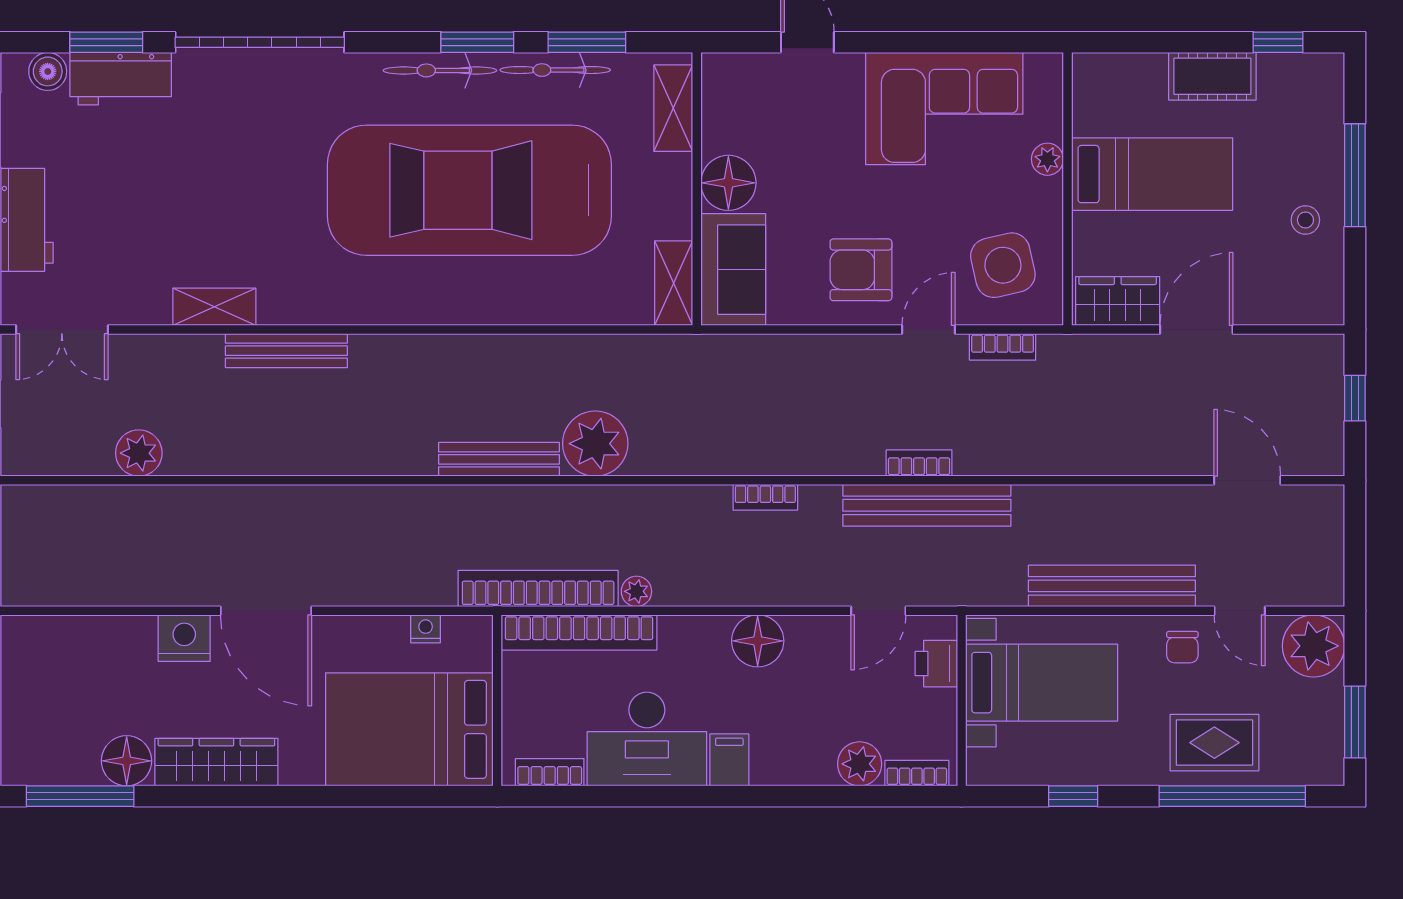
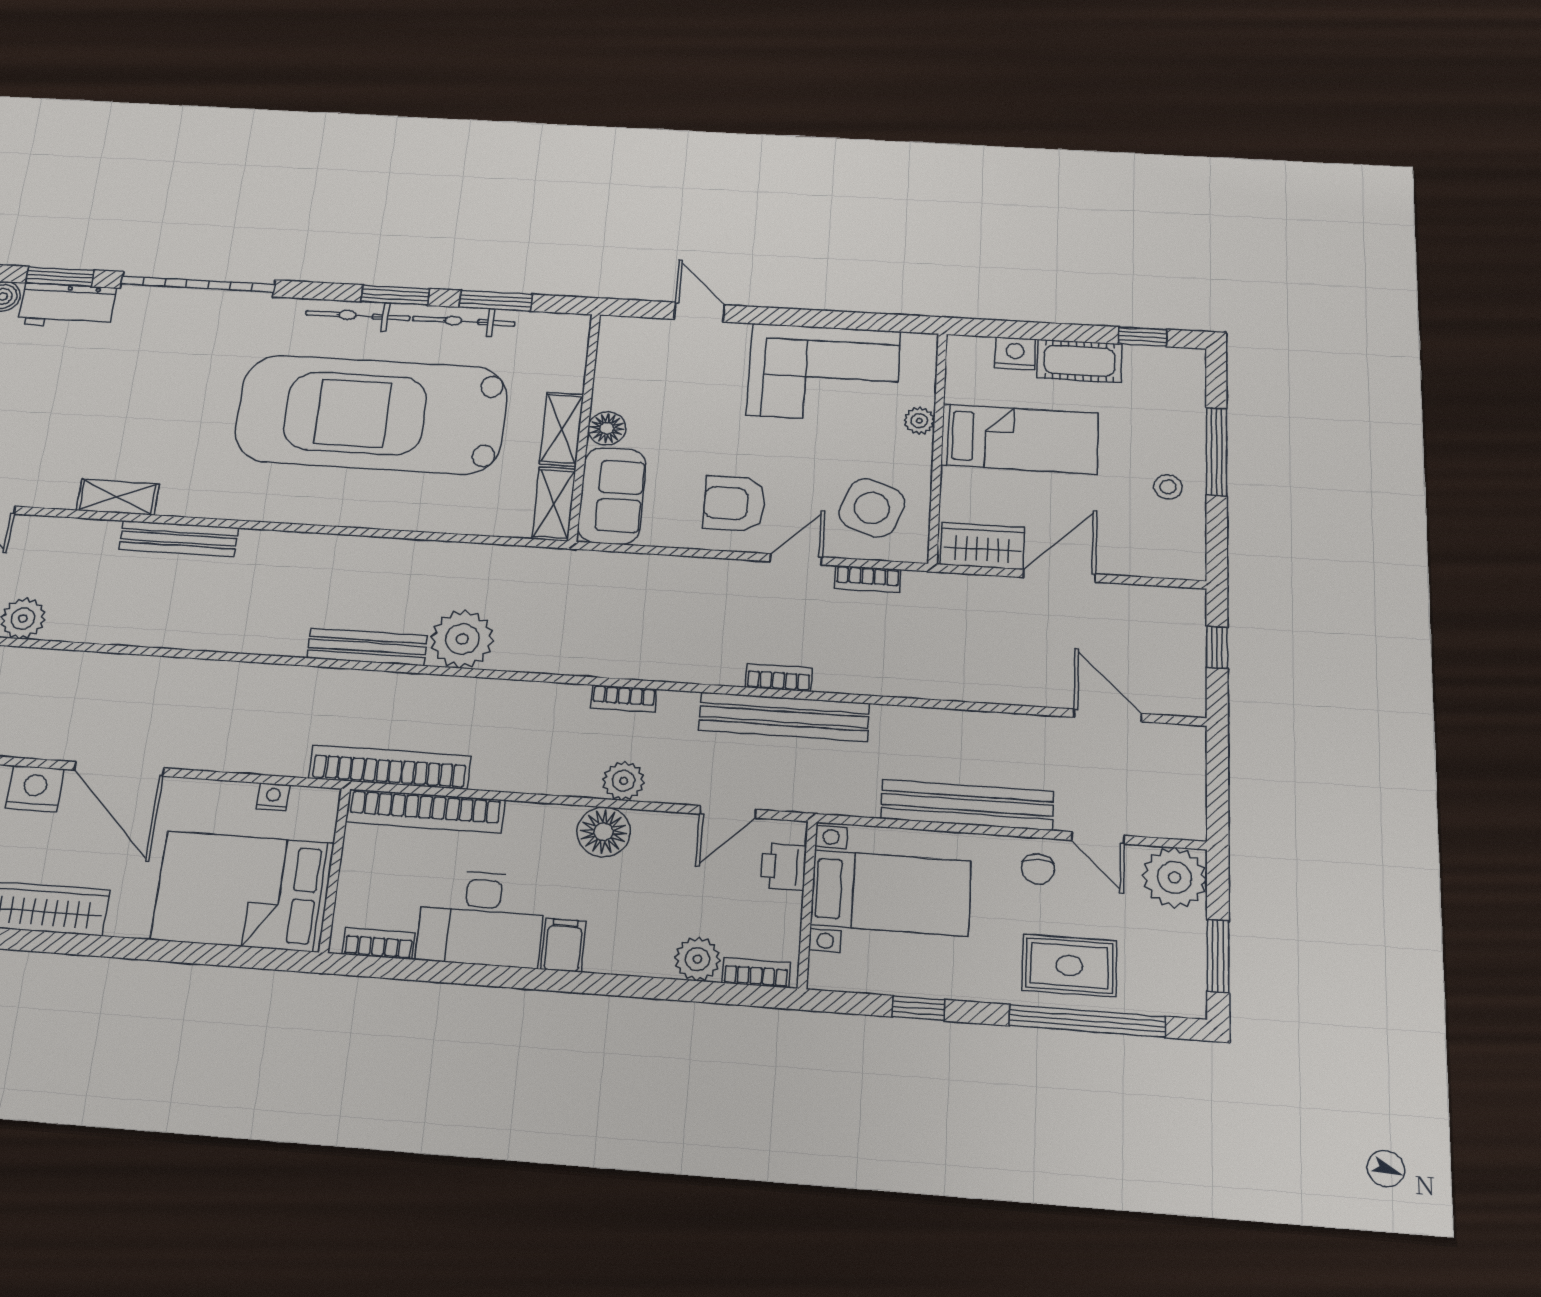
nightstand: (1145, 72) -> (1015, 354), added
shelving: (673, 108) -> (562, 429), moved
floor lamp: (728, 183) -> (607, 428), width x0.73, depth x0.73
side table: (1003, 265) -> (872, 508), turned 33
plant: (636, 591) -> (624, 781), moved, width x1.38, depth x1.38

